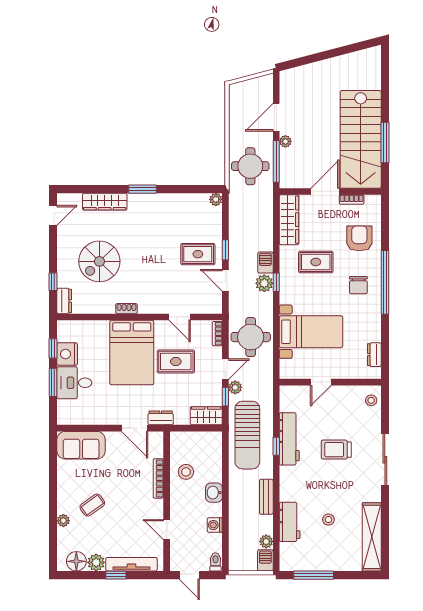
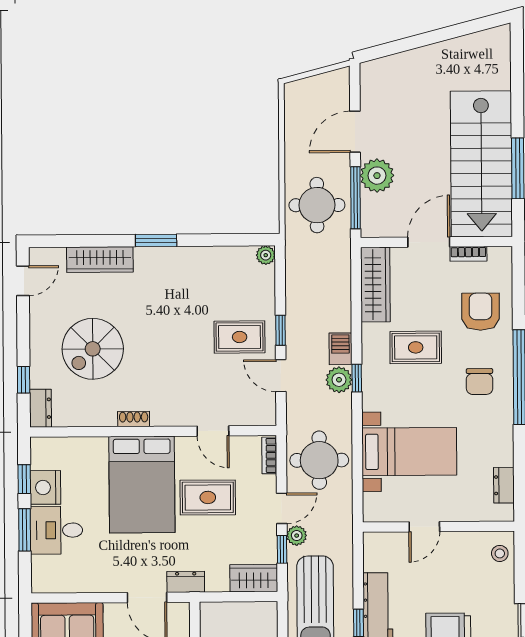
plant: (285, 141) -> (377, 176), width x1.88, depth x1.88

